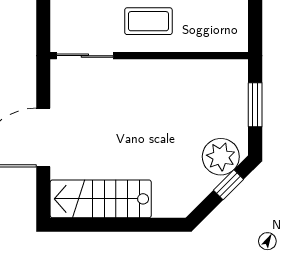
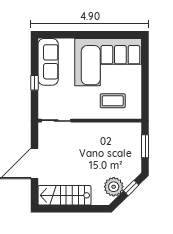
coffee table: (148, 21) -> (113, 101), moved
plant: (221, 157) -> (114, 187), moved

